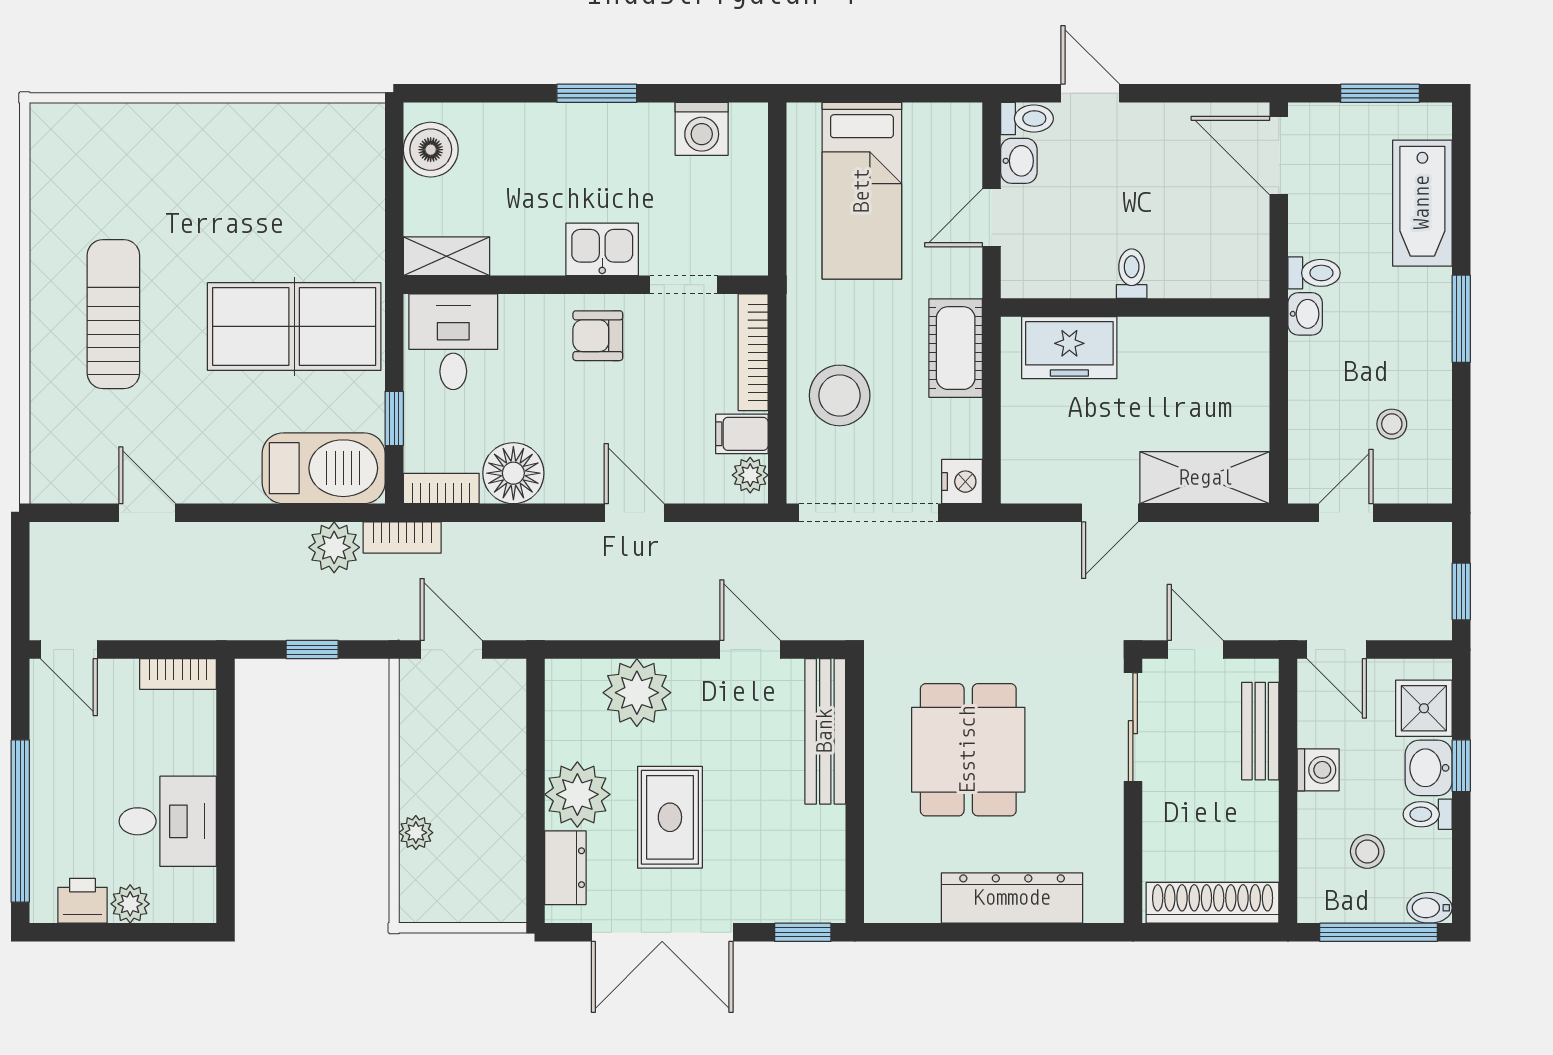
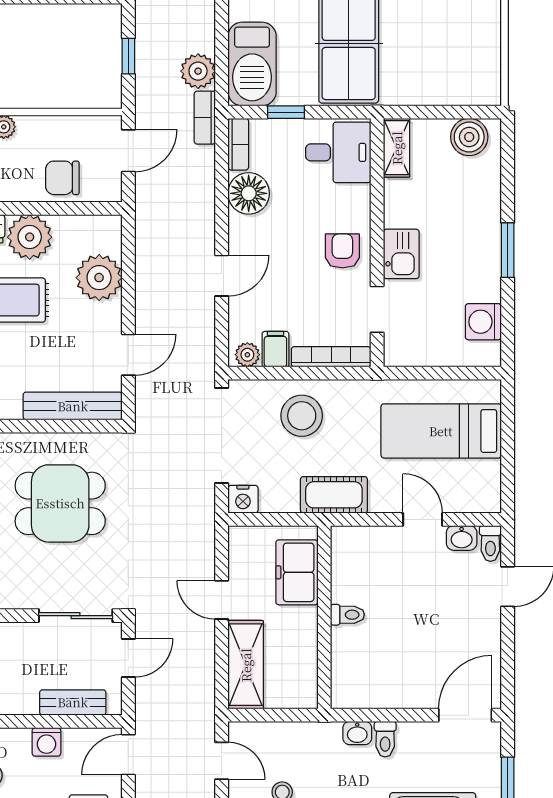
toilet: (1132, 274) -> (347, 615), moved
wall: (1135, 308) -> (324, 617), moved
freezer: (1069, 348) -> (297, 572), moved
chair: (491, 746) -> (62, 178), added

